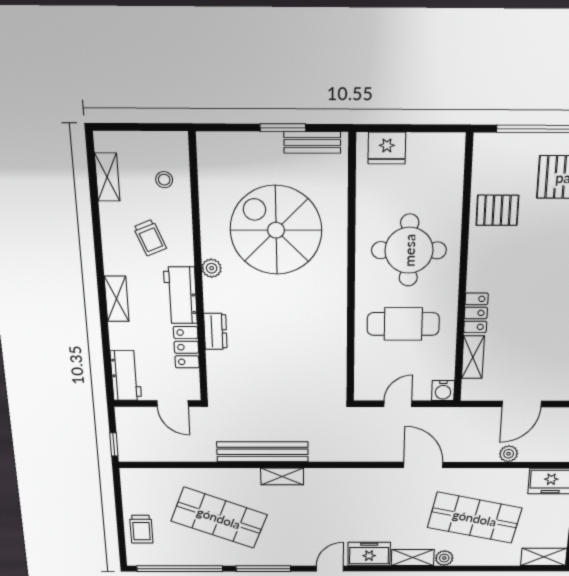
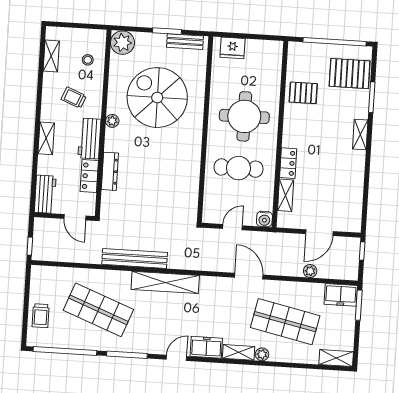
plant: (215, 150) -> (122, 43), added
trolley: (150, 238) -> (74, 98), turned 134
dresser: (215, 331) -> (110, 171), width x1.44
shelving: (282, 476) -> (165, 282), width x2.20, depth x1.33

